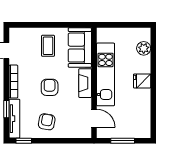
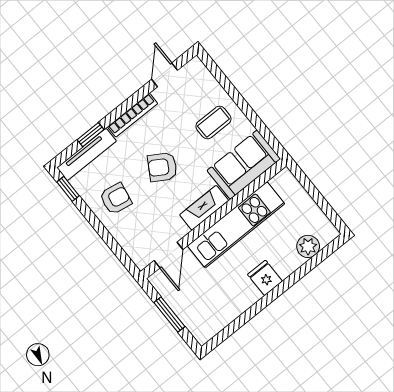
armchair: (50, 87) -> (162, 167), turned -149

